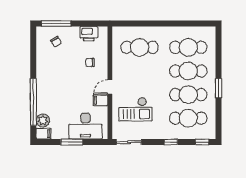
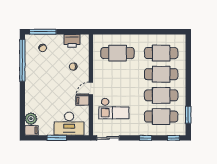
window: (219, 88) -> (188, 115), moved
window: (33, 102) -> (22, 61), moved

